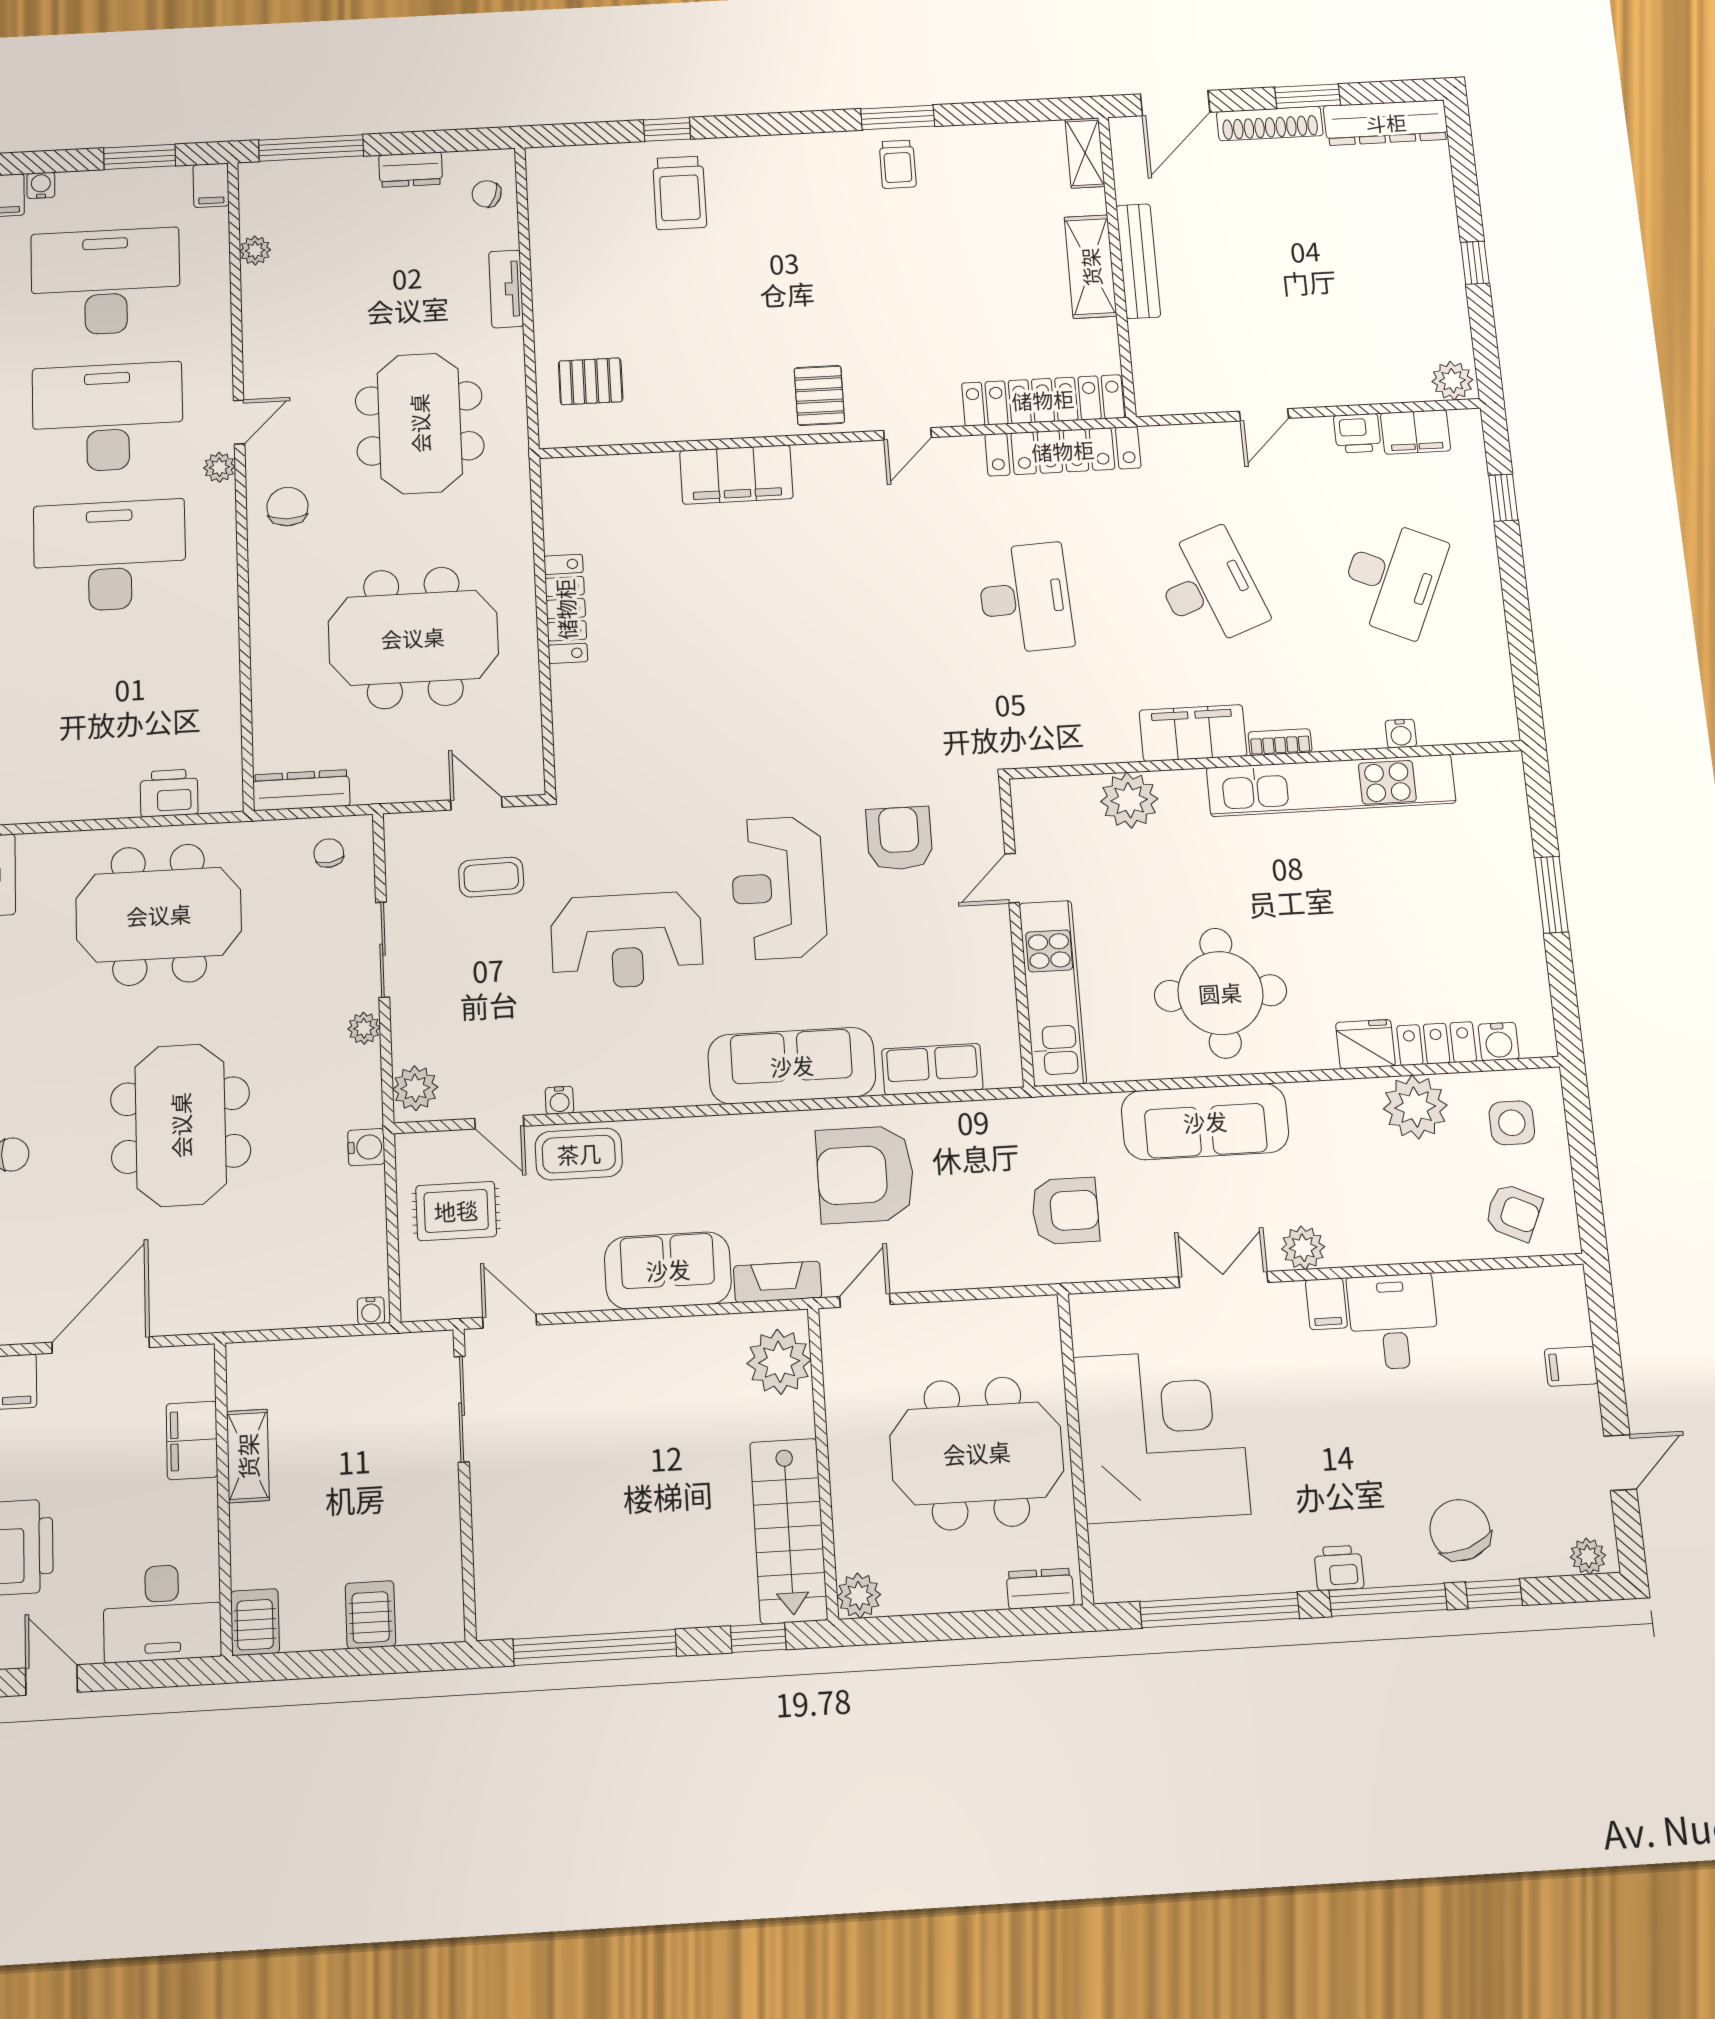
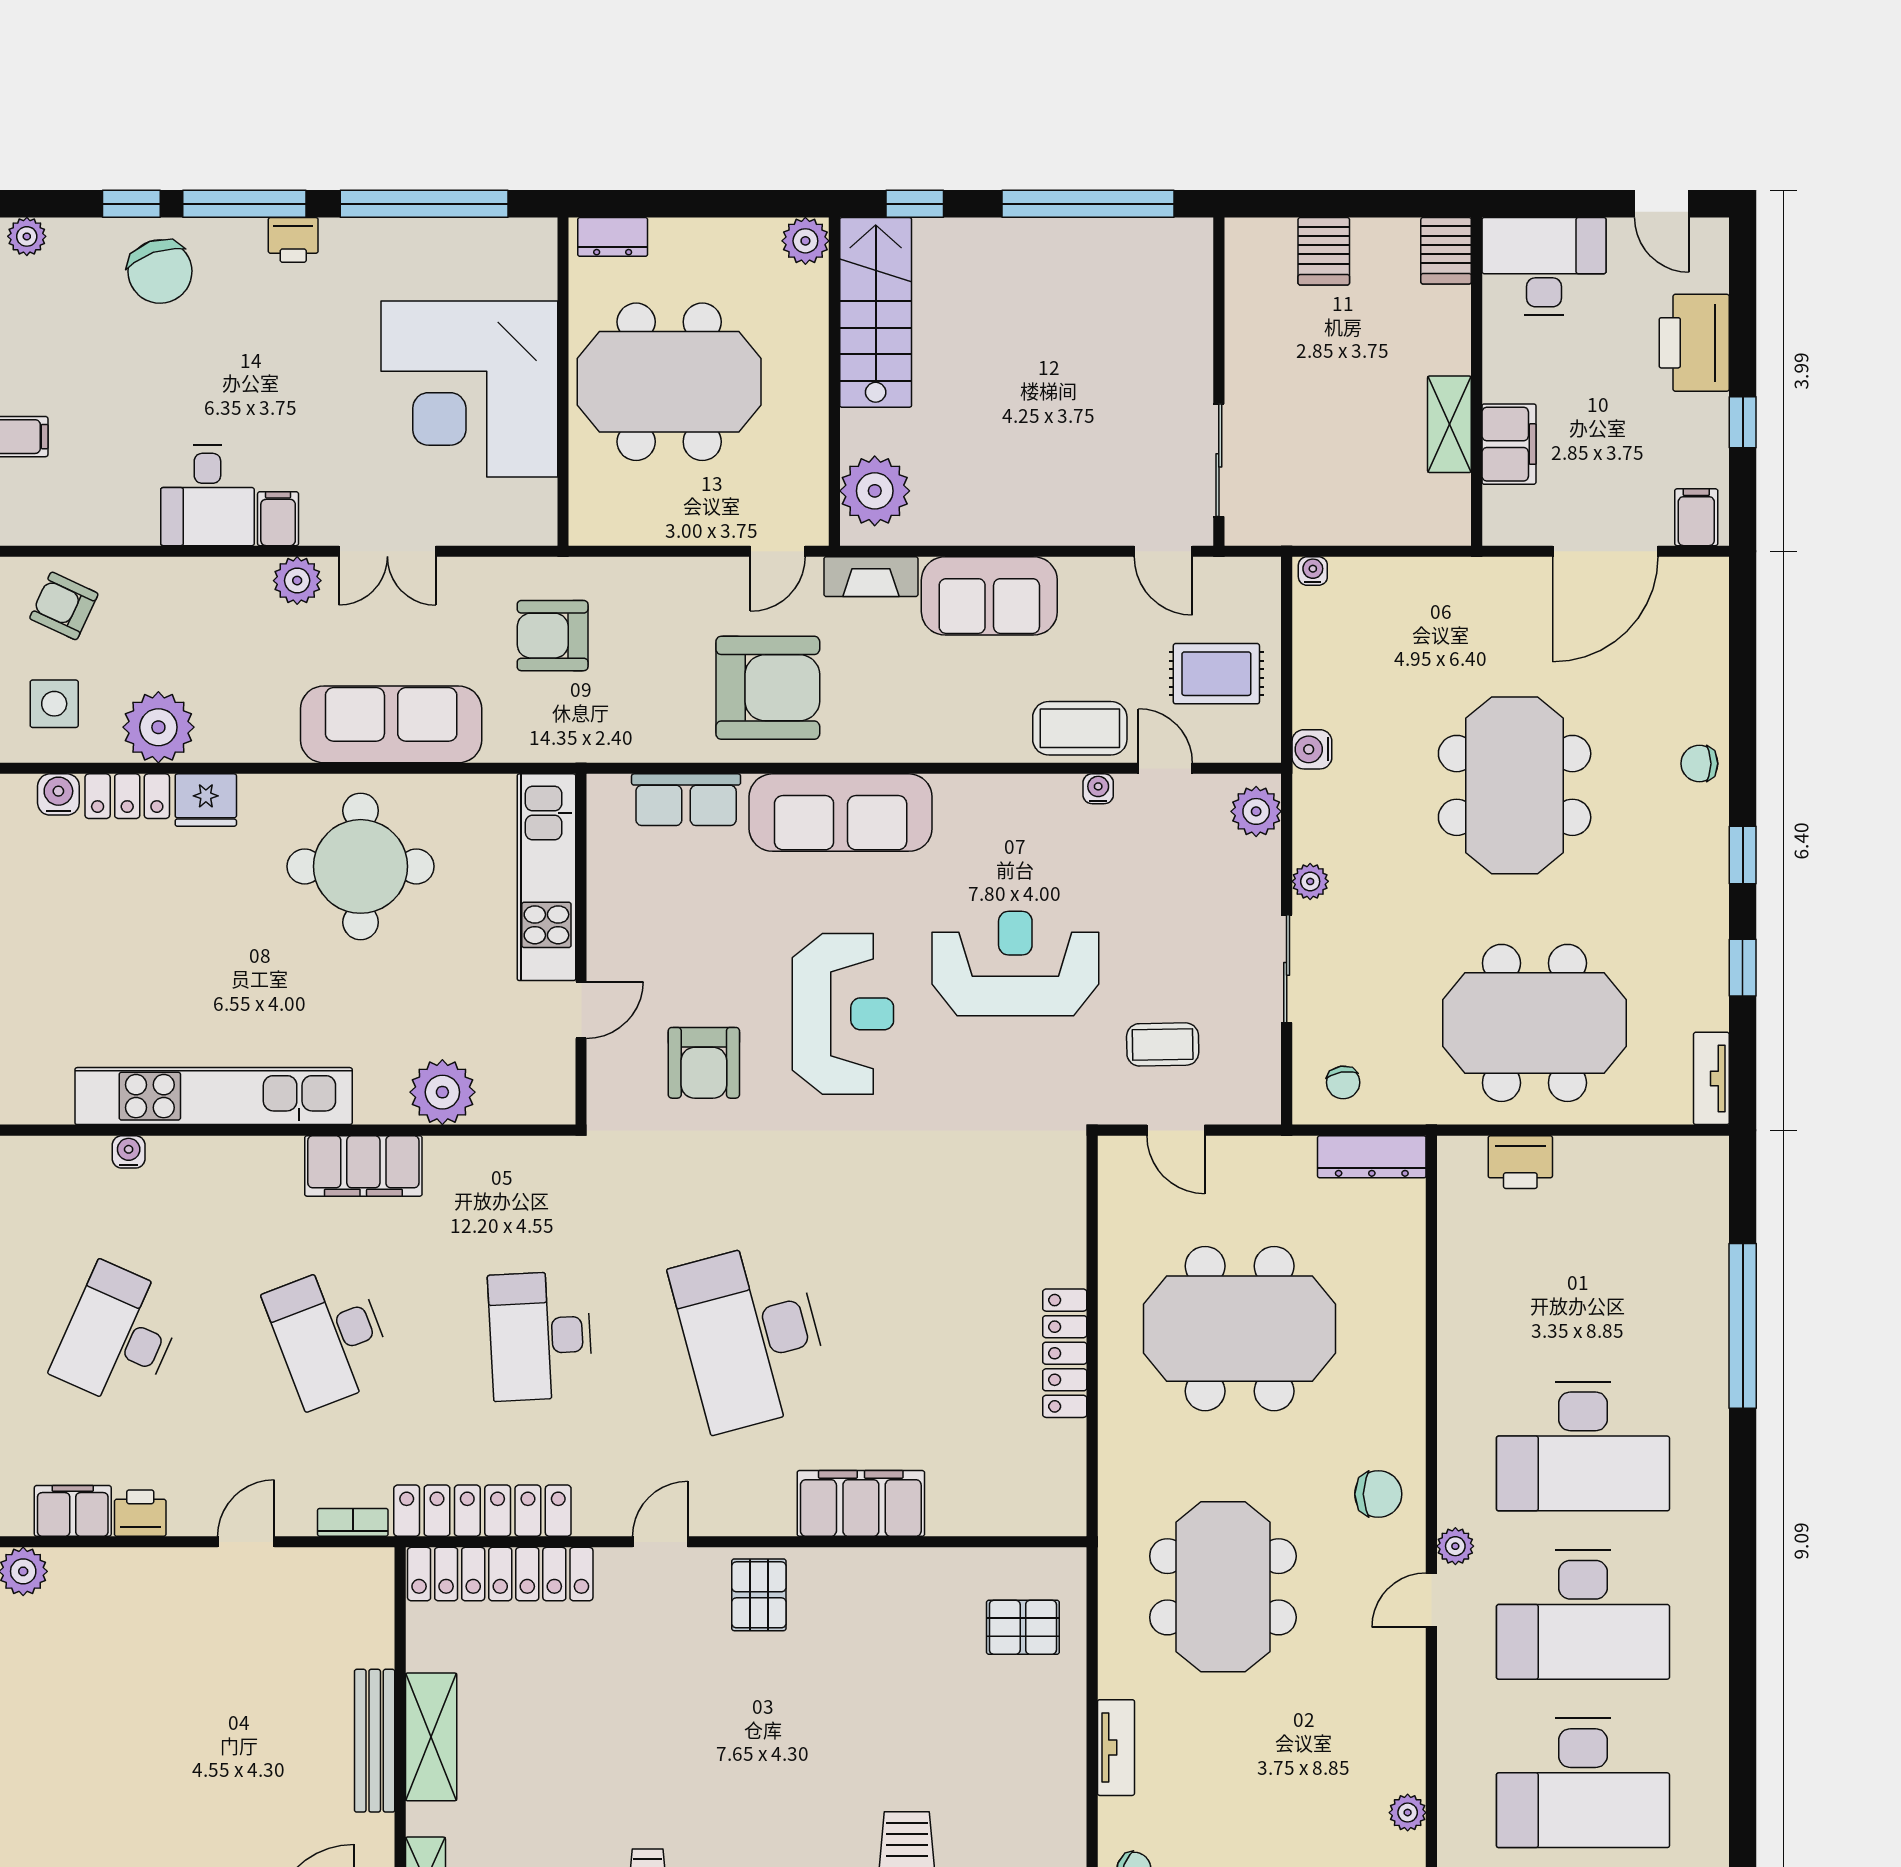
chair: (287, 507) -> (1378, 1494), turned -90
desk: (841, 608) -> (751, 1336), added
bookcase: (1280, 742) -> (353, 1522), moved, turned 180

